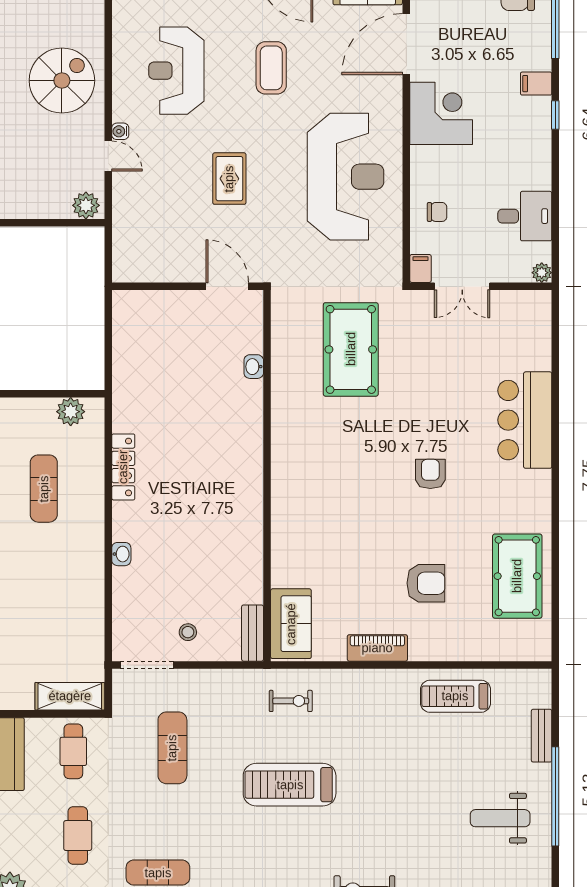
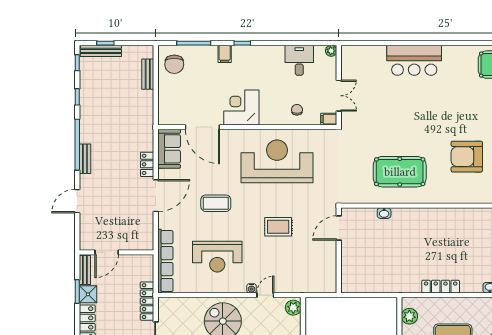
pool table: (351, 349) -> (400, 172), moved
armchair: (430, 474) -> (467, 157), moved, width x1.88, depth x1.88

